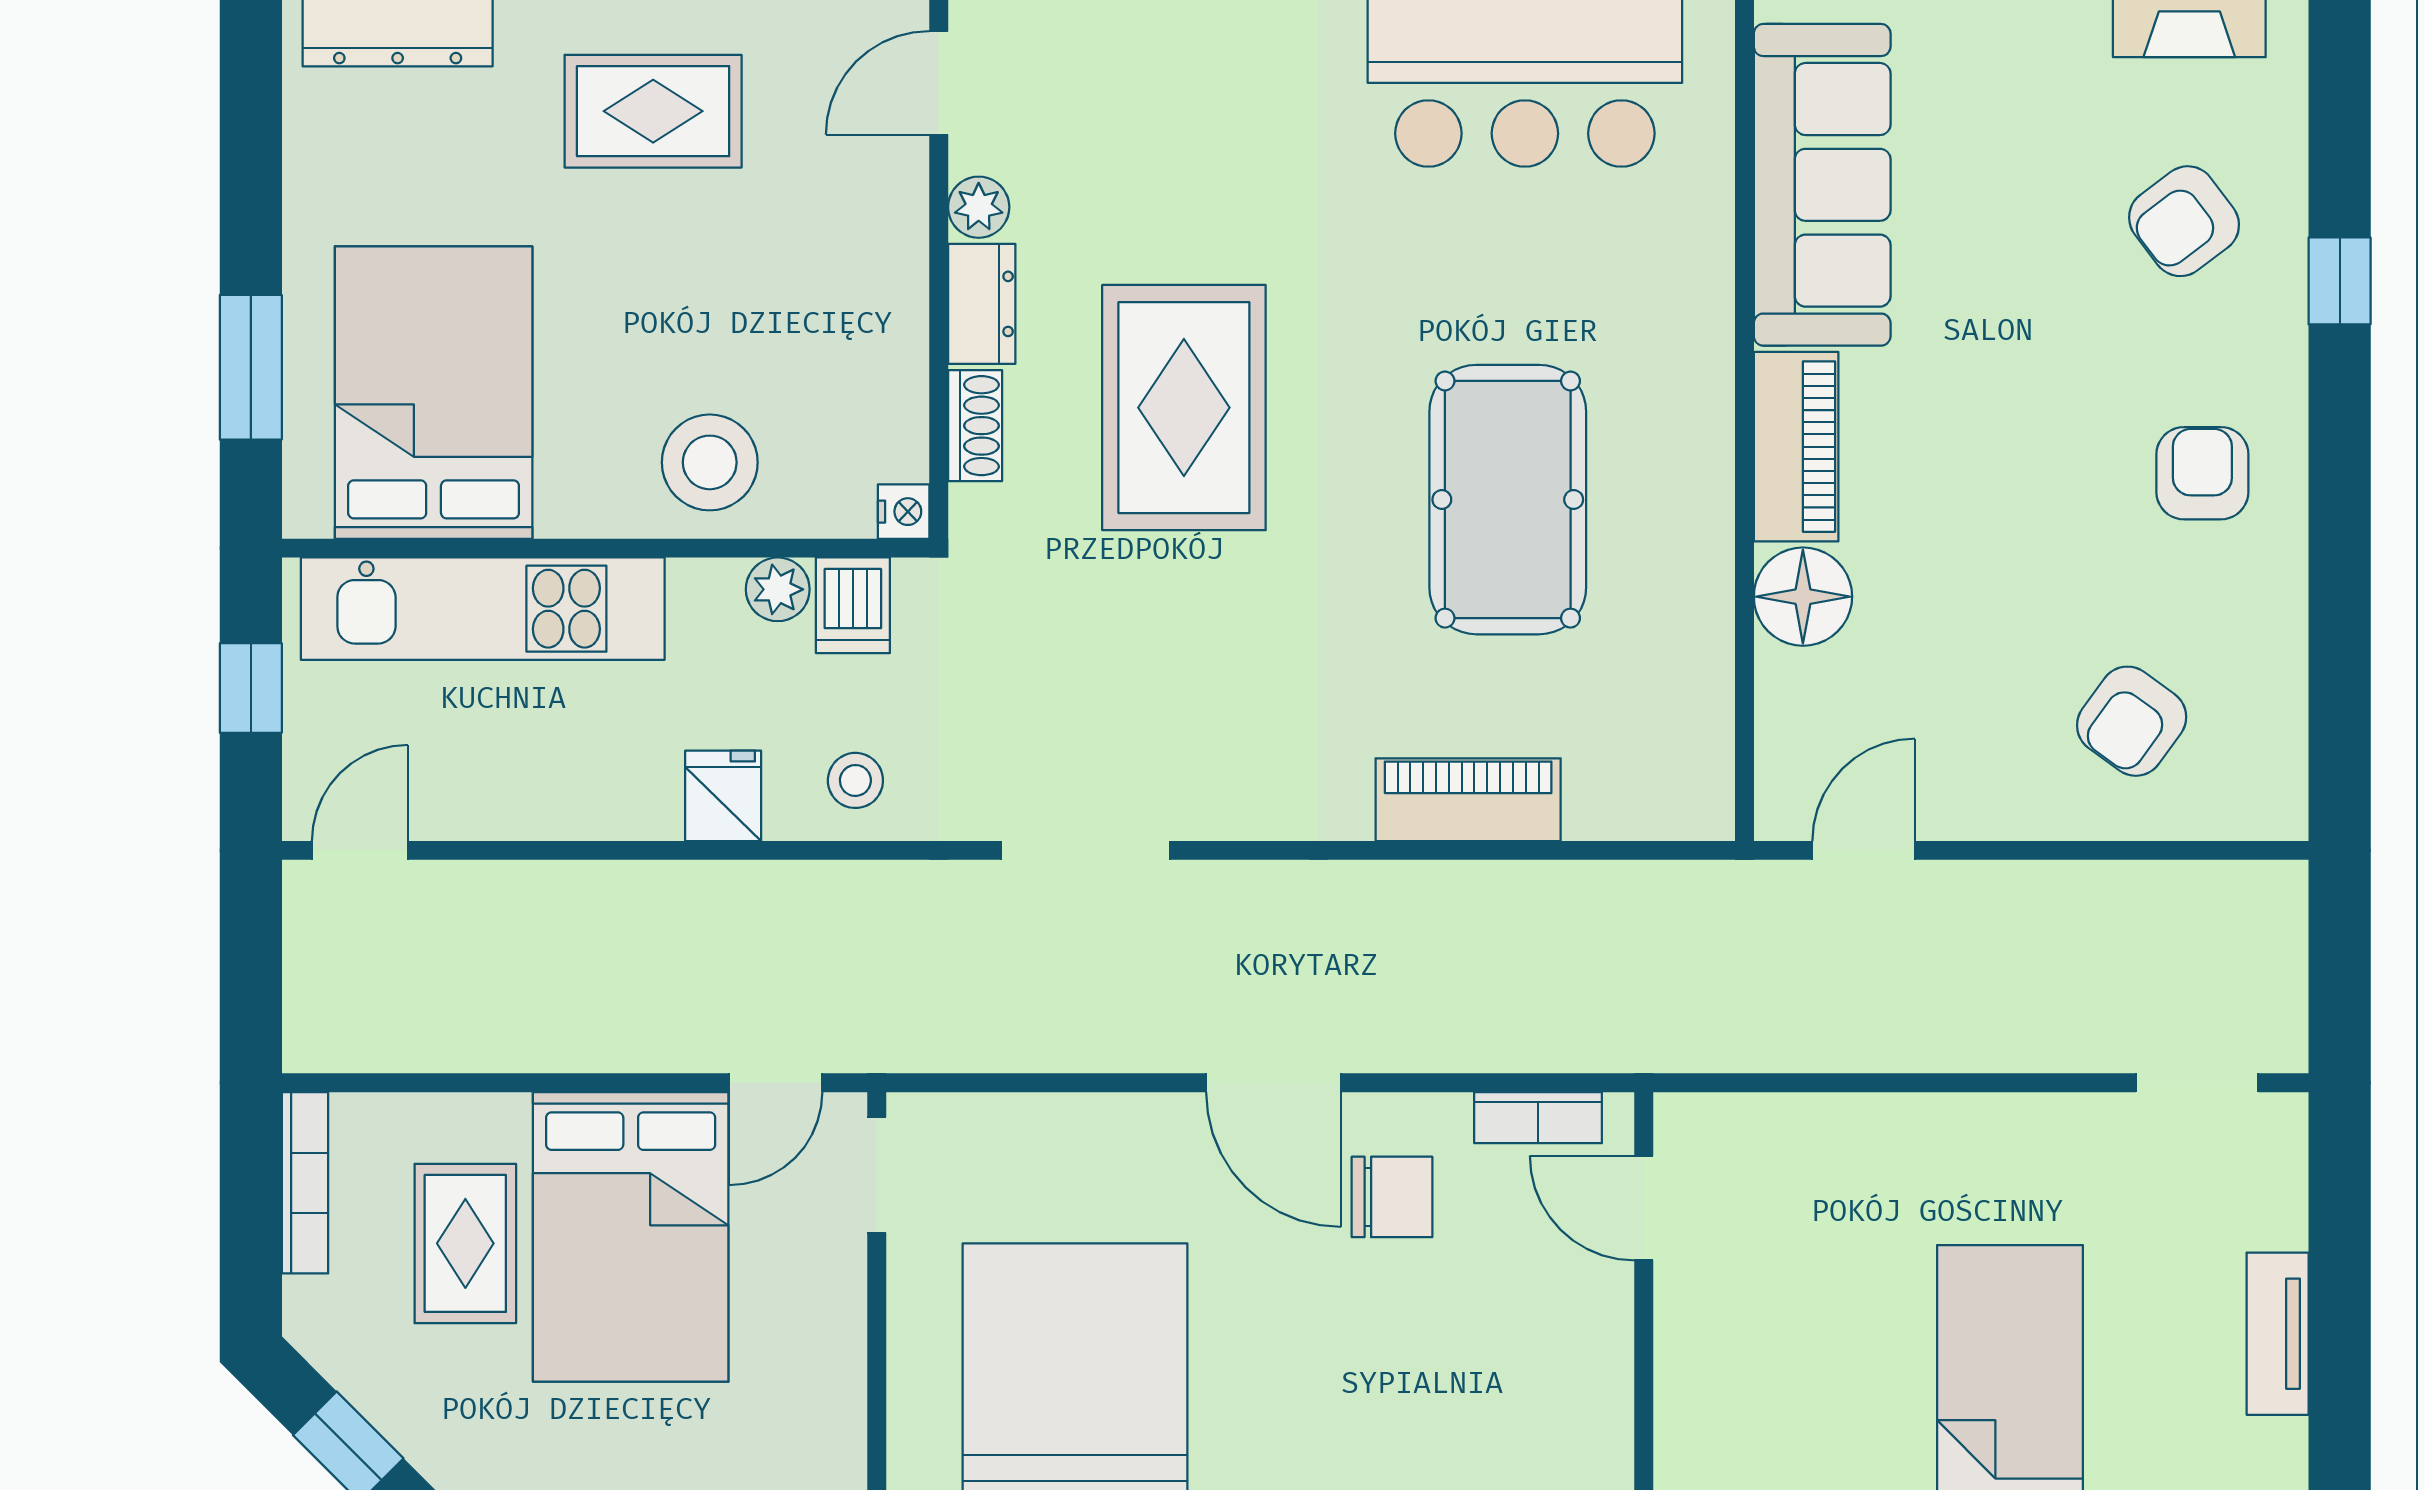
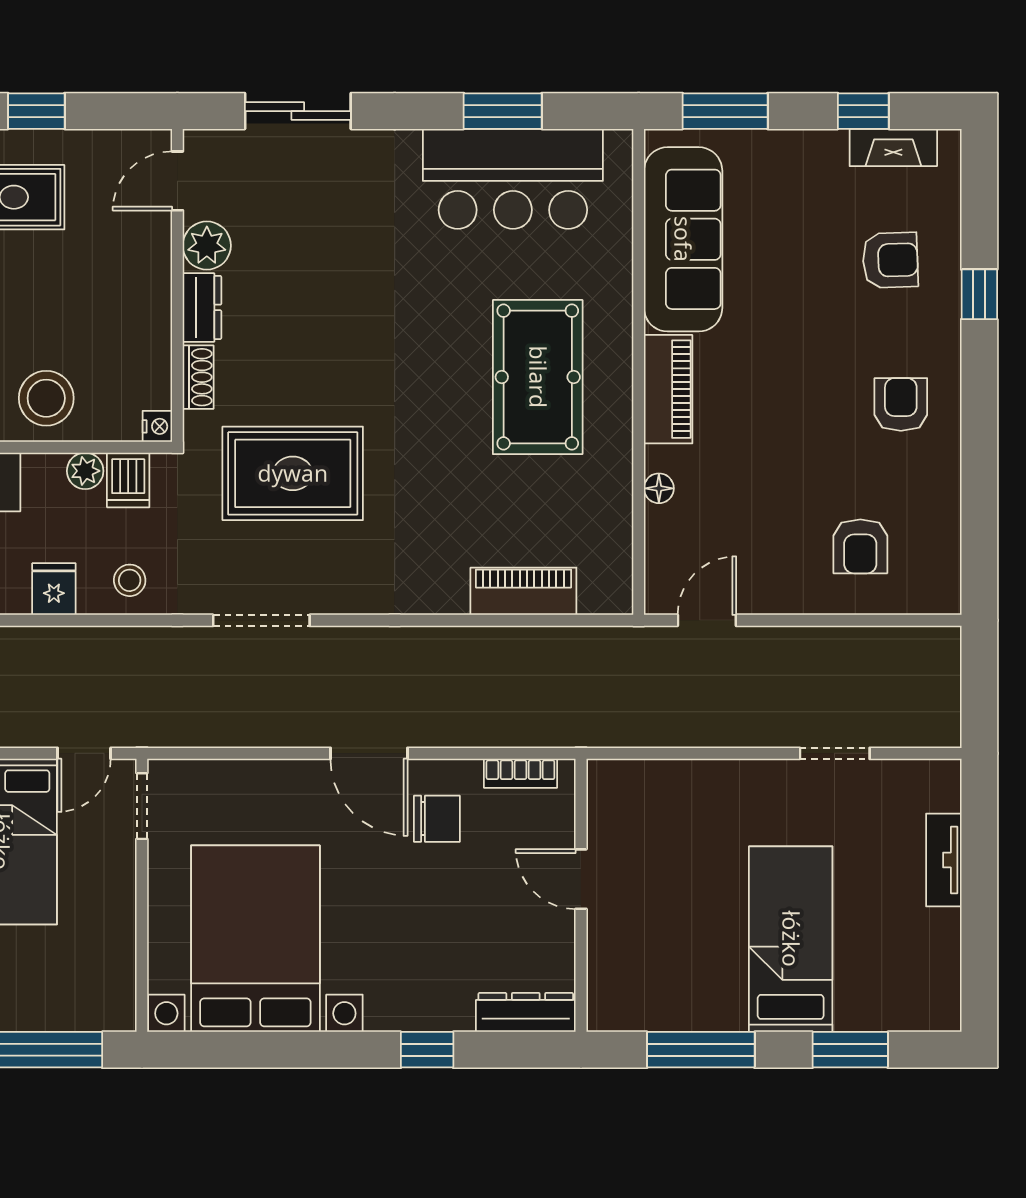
plant: (979, 207) -> (207, 246), width x1.38, depth x1.38
armchair: (2184, 221) -> (890, 260), turned -145
rug: (1184, 408) -> (293, 473), moved, turned 90
pool table: (1508, 500) -> (538, 377), moved
floor lamp: (1803, 597) -> (659, 488), width x0.53, depth x0.53
armchair: (2132, 721) -> (860, 546), turned -36
piano: (1468, 800) -> (523, 591), moved
doorway: (2197, 1083) -> (835, 753), moved
door: (1644, 1208) -> (581, 879), moved
tv unit: (2278, 1334) -> (944, 860), moved

